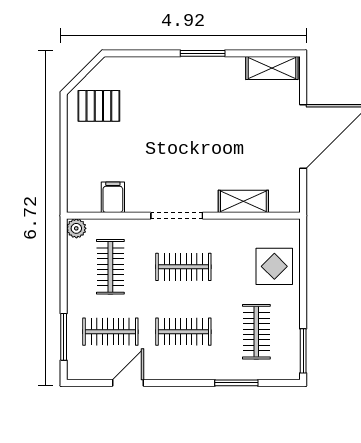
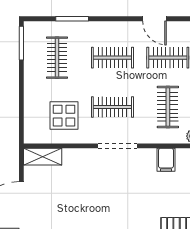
shelving: (243, 201) -> (43, 157), moved
display table: (274, 266) -> (64, 116), moved
door: (128, 383) -> (154, 19), hinge flipped

